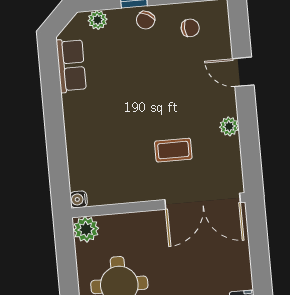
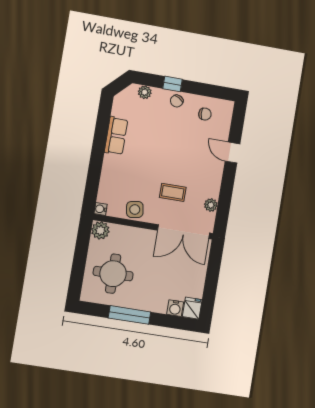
row of seats: (71, 65) -> (116, 136), moved
plant: (229, 126) -> (211, 205), moved
side table: (126, 188) -> (135, 209), added

